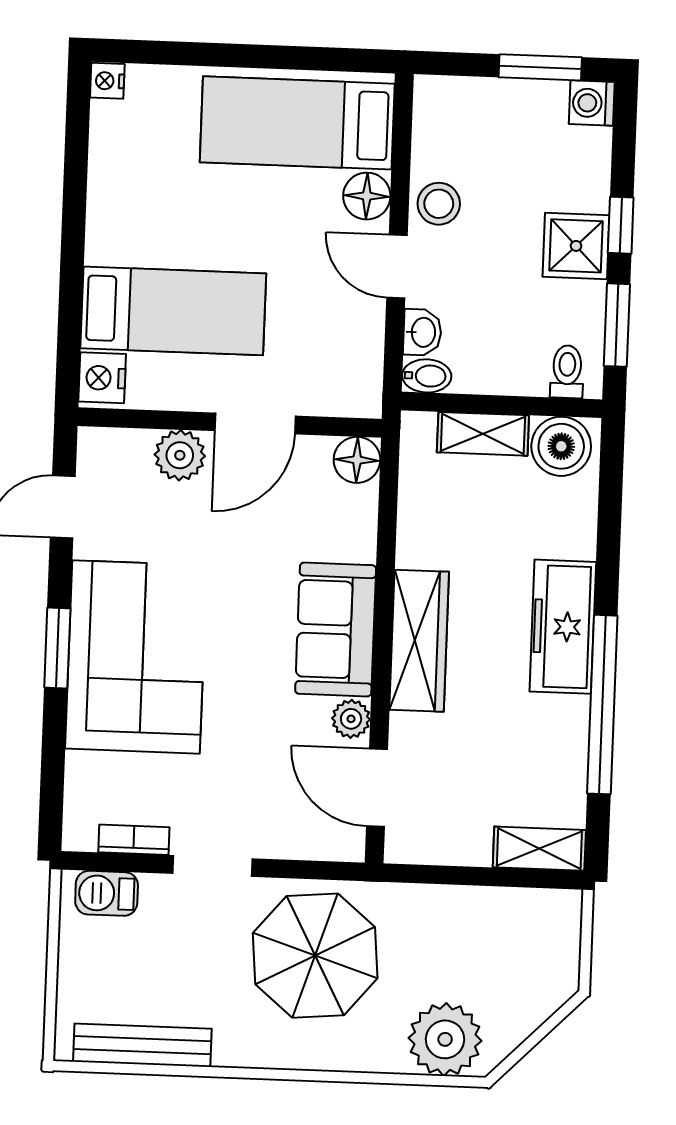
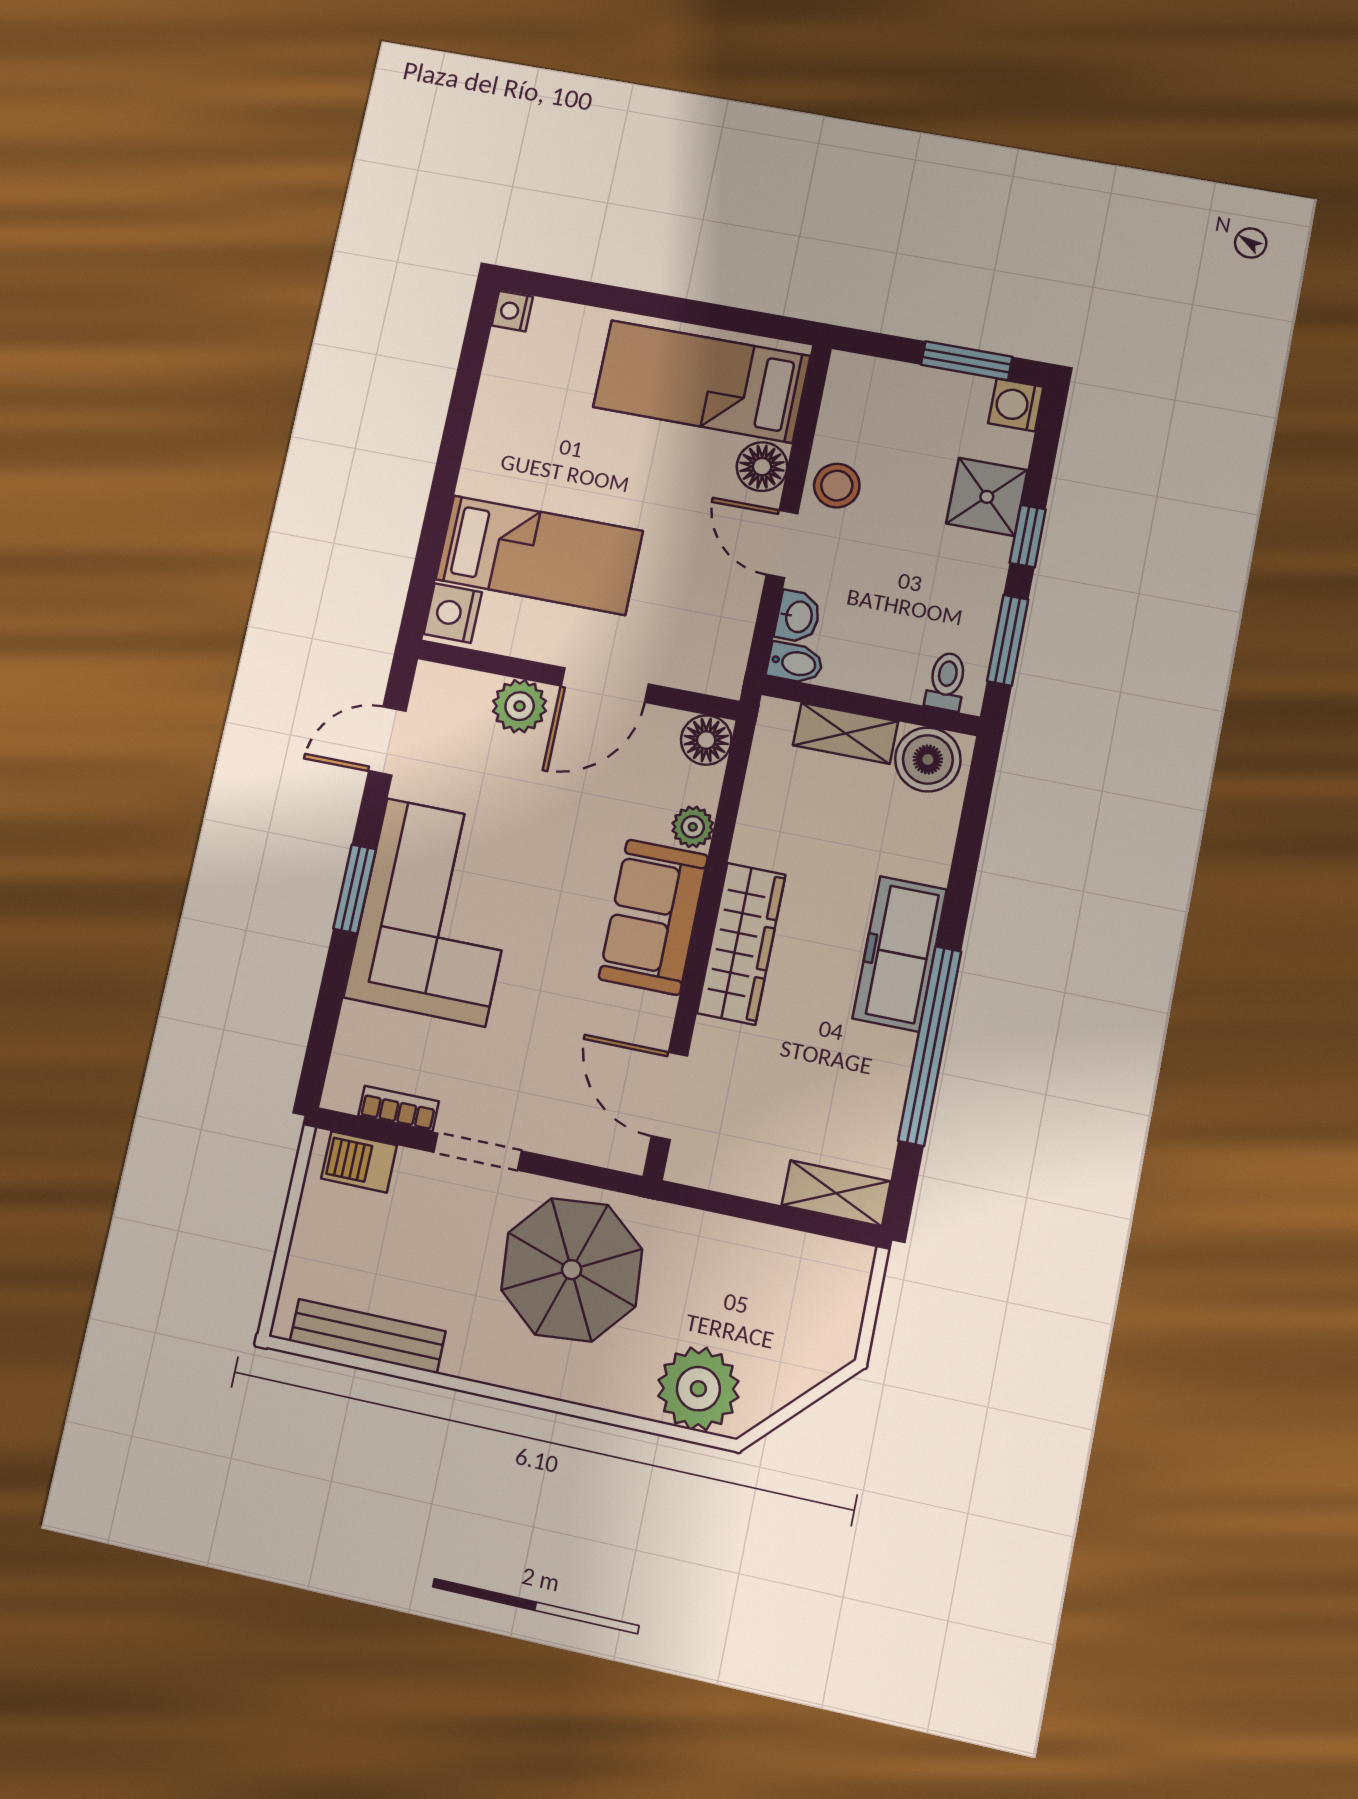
shower: (576, 246) -> (987, 497), moved
plant: (351, 719) -> (693, 827), moved

